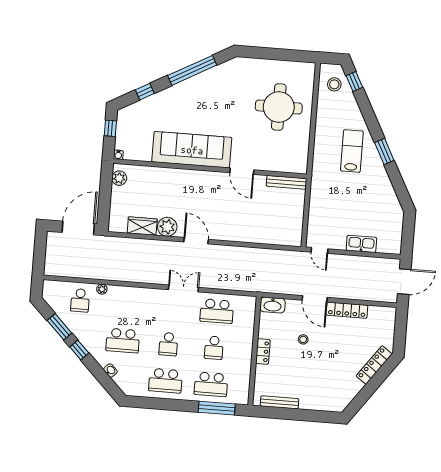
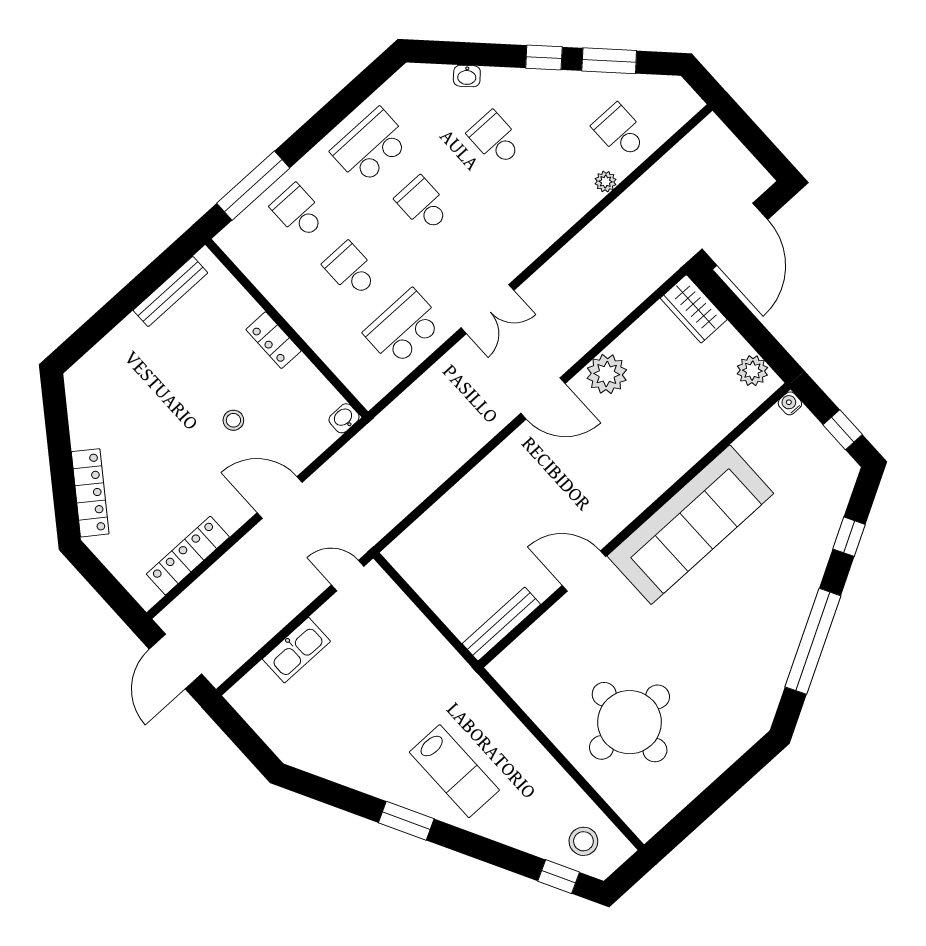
wardrobe: (142, 226) -> (694, 309), moved, turned 90
washbasin: (273, 305) -> (344, 418), width x0.52, depth x0.69
locker: (347, 310) -> (188, 556), moved
school desk: (123, 341) -> (495, 139), width x0.54
school desk: (211, 384) -> (298, 212), width x0.54

